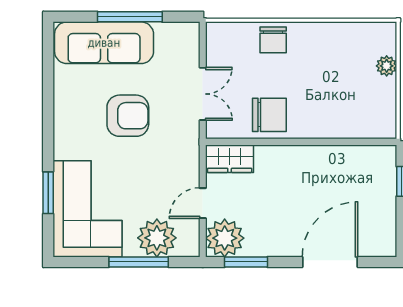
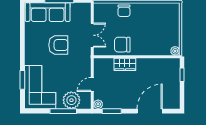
plant: (387, 66) -> (175, 51), moved
chair: (269, 115) -> (122, 45), turned 180
wardrobe: (230, 159) -> (125, 64), moved
plant: (225, 238) -> (98, 104), width x0.53, depth x0.53

